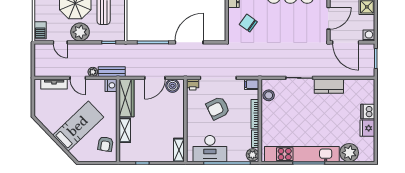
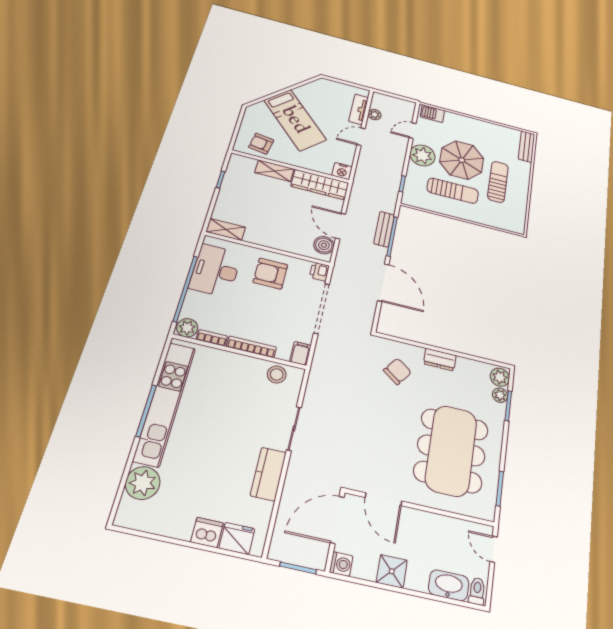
plant: (93, 72) -> (375, 115), moved
bench: (112, 72) -> (384, 229), moved
armchair: (218, 108) -> (270, 274), moved, turned -64
fridge: (367, 128) -> (237, 538), moved

